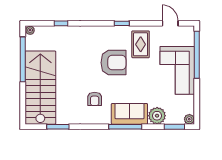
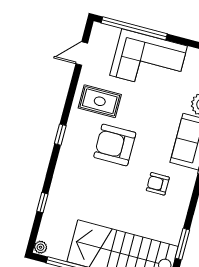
window: (122, 23) -> (60, 135), moved
armchair: (113, 63) -> (115, 145), turned -90
armchair: (95, 99) -> (158, 184), turned 180

